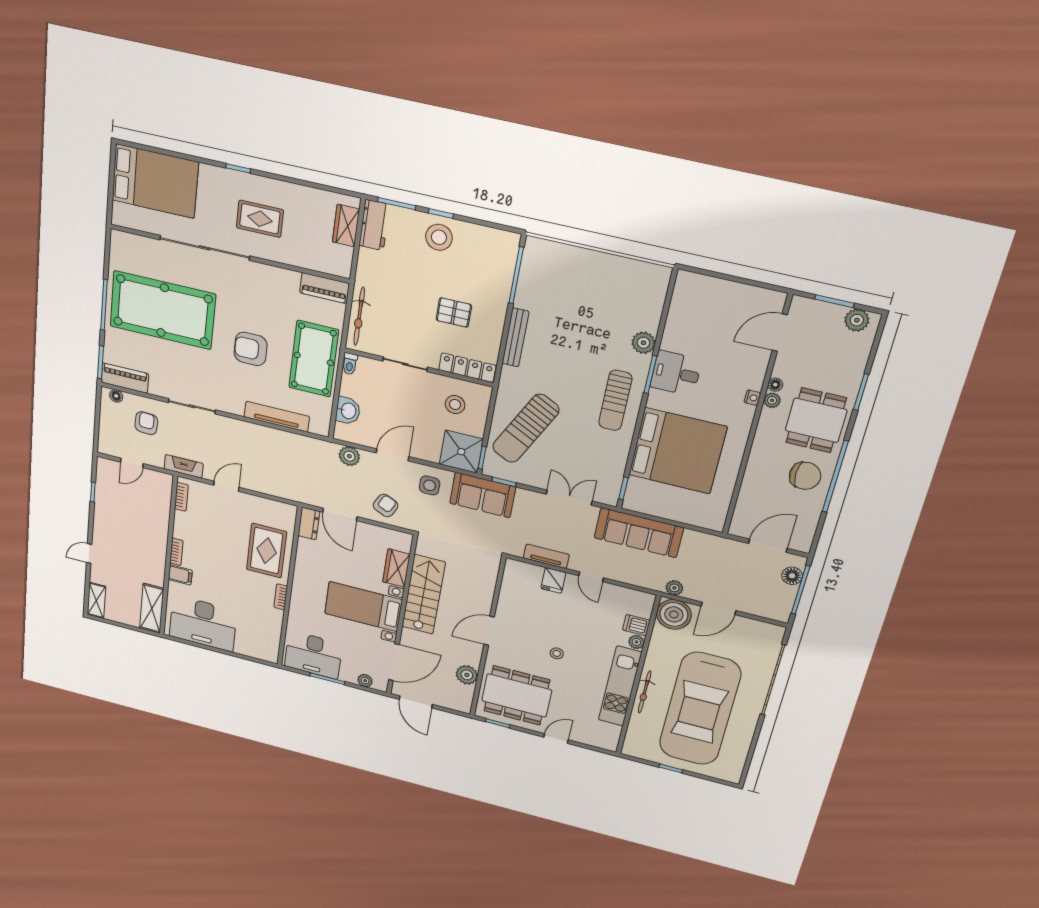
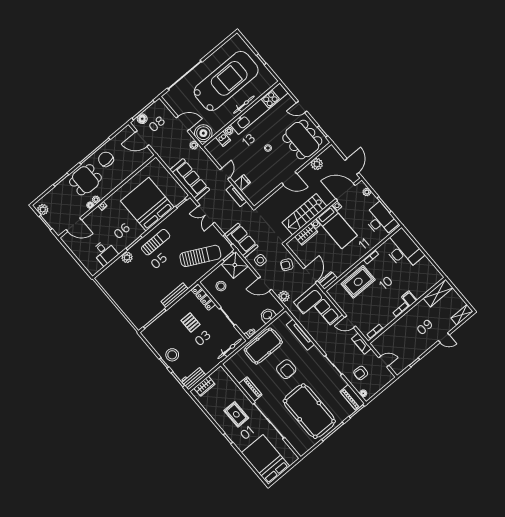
piano: (324, 288) -> (250, 389), moved
desk: (676, 373) -> (105, 253), moved
corner sofa: (286, 474) -> (318, 308), added
desk: (203, 623) -> (403, 250), moved
kitchen unit: (620, 686) -> (259, 109), width x1.36

